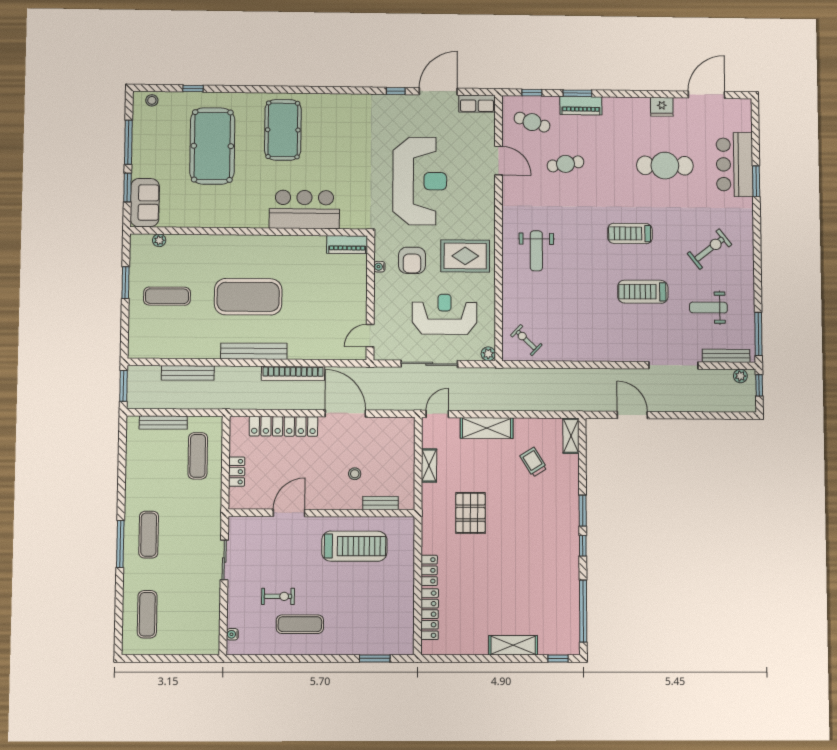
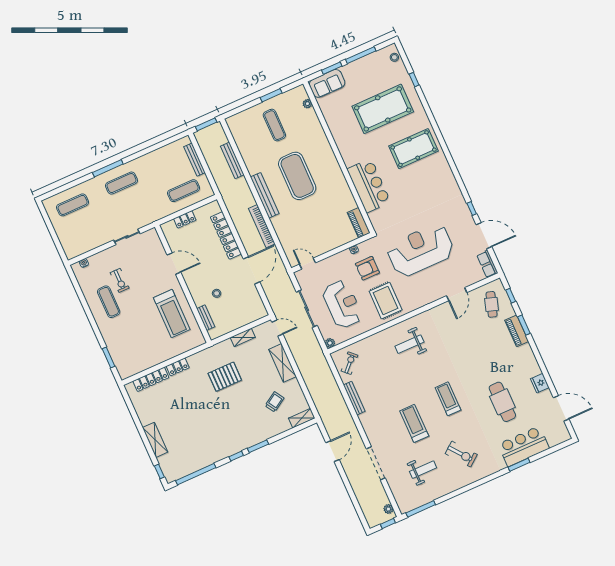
cafe table: (565, 164) -> (474, 338), removed
reception desk: (420, 181) -> (420, 250), turned 180
weight bench: (708, 308) -> (423, 470), turned 90
bench: (726, 356) -> (354, 398), moved

